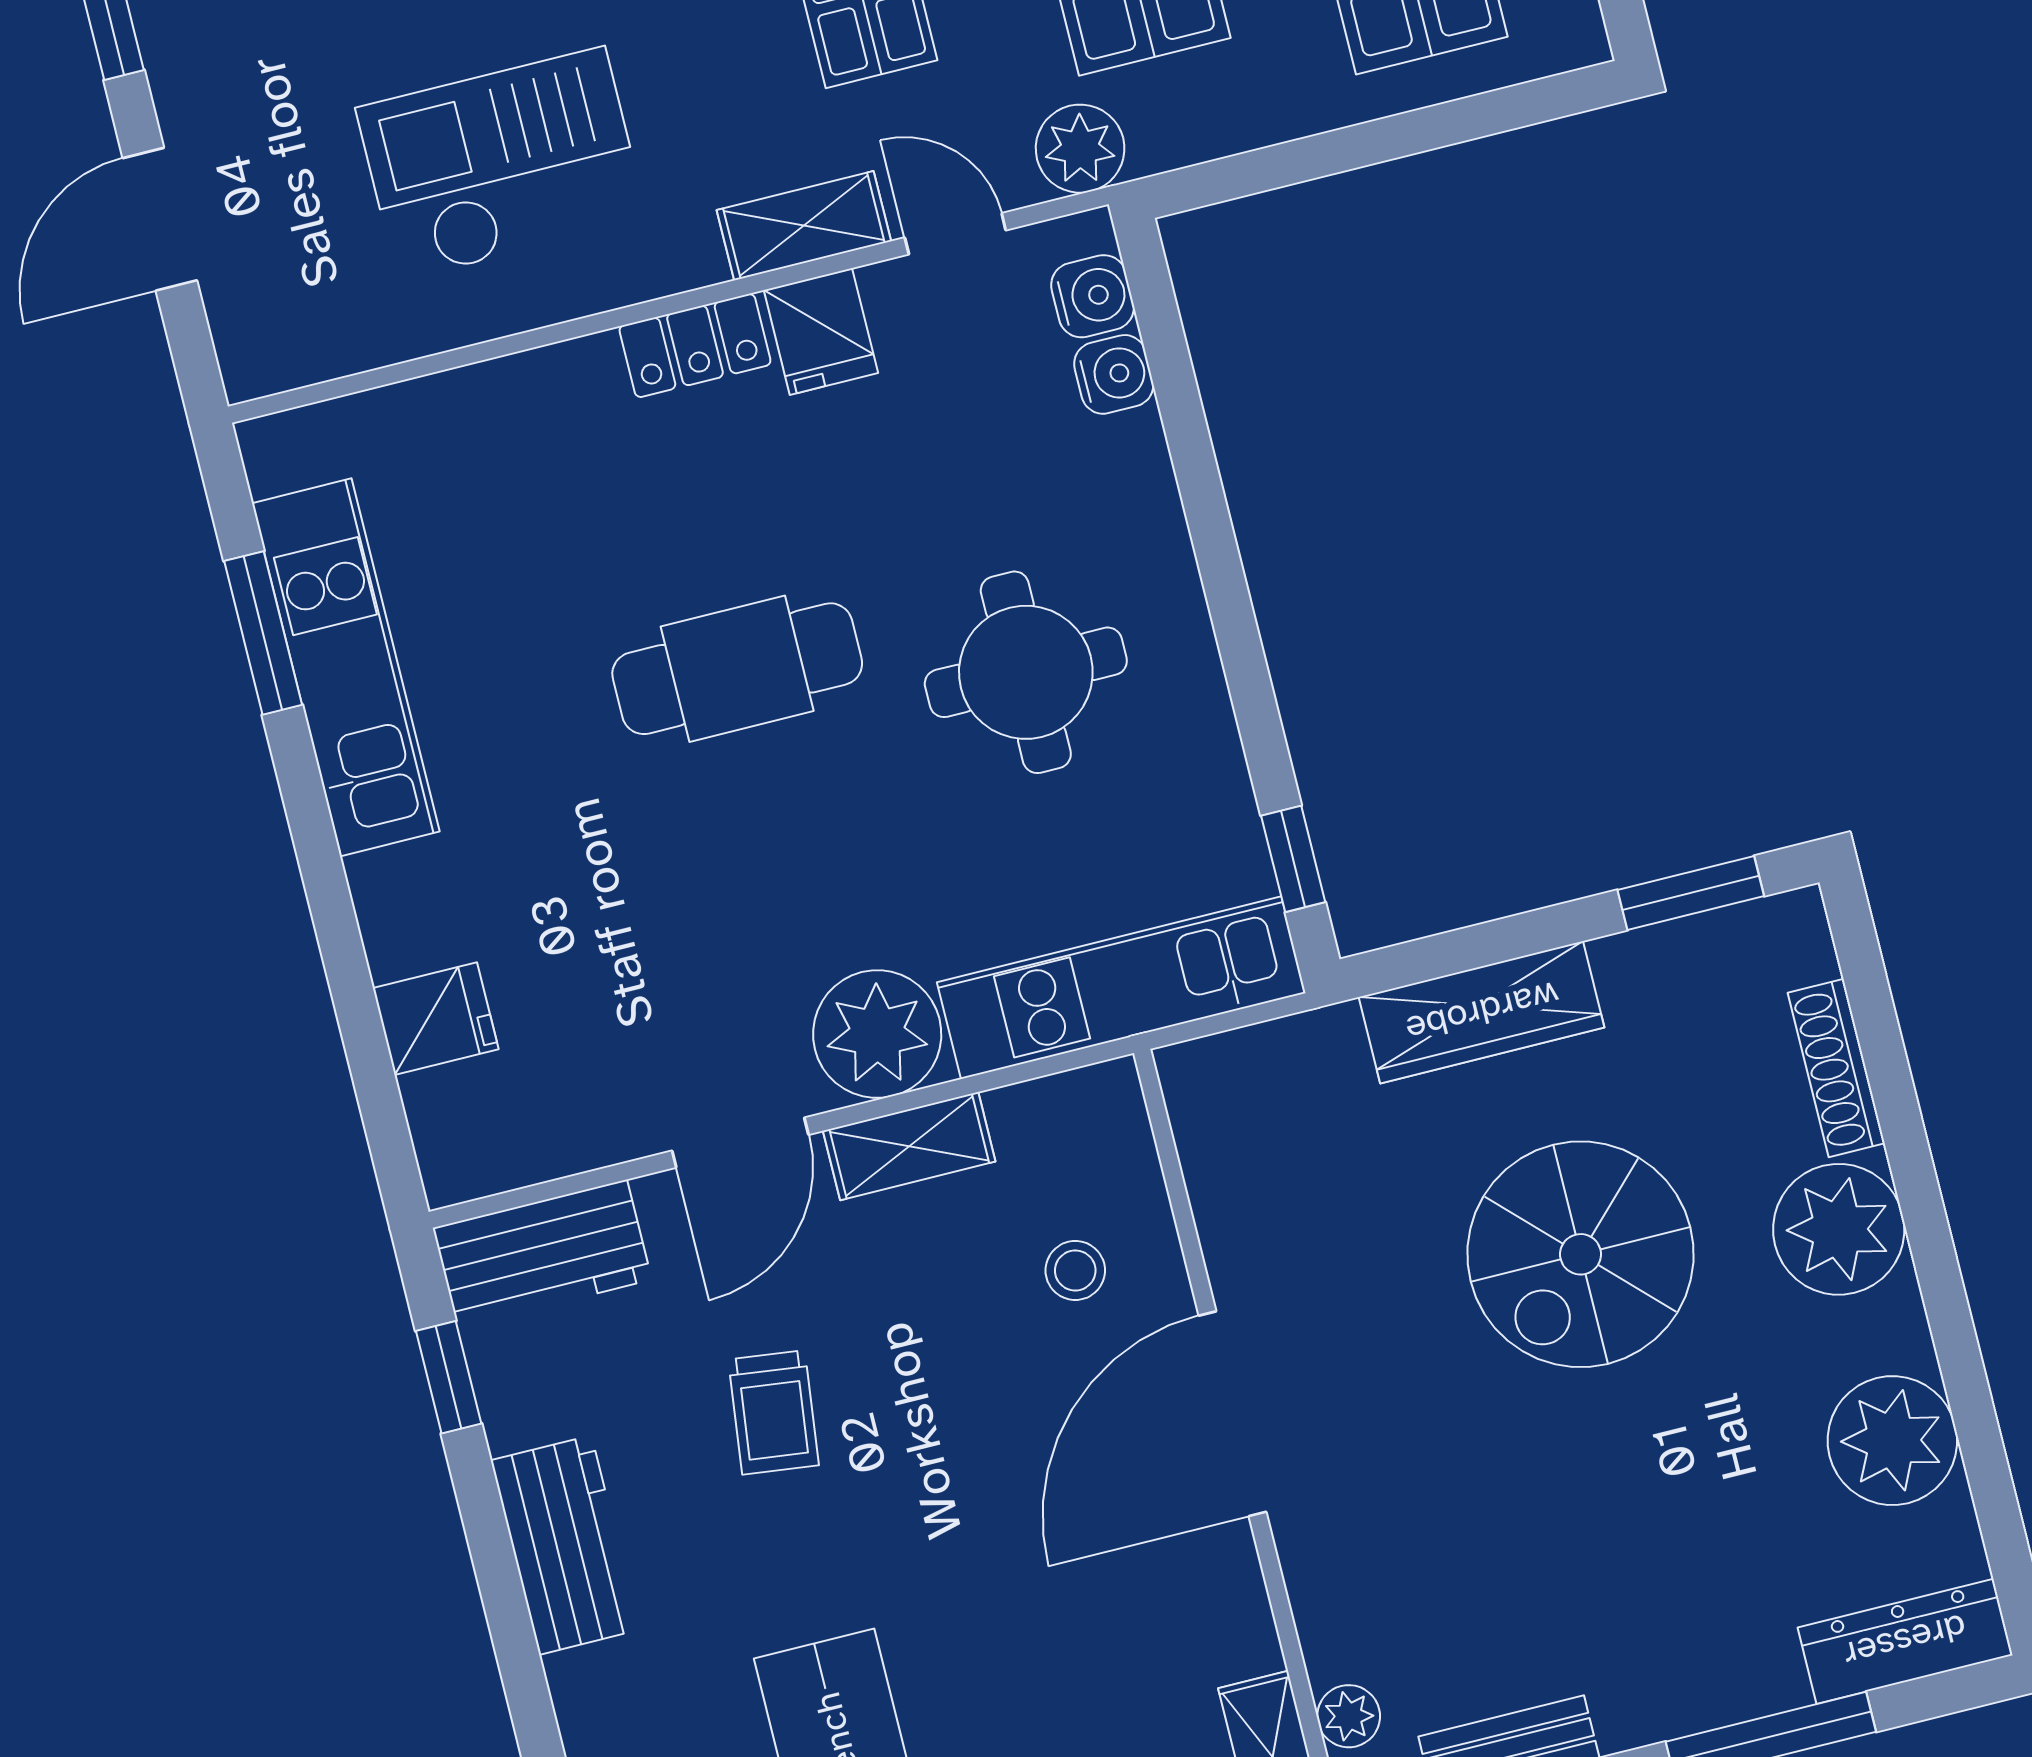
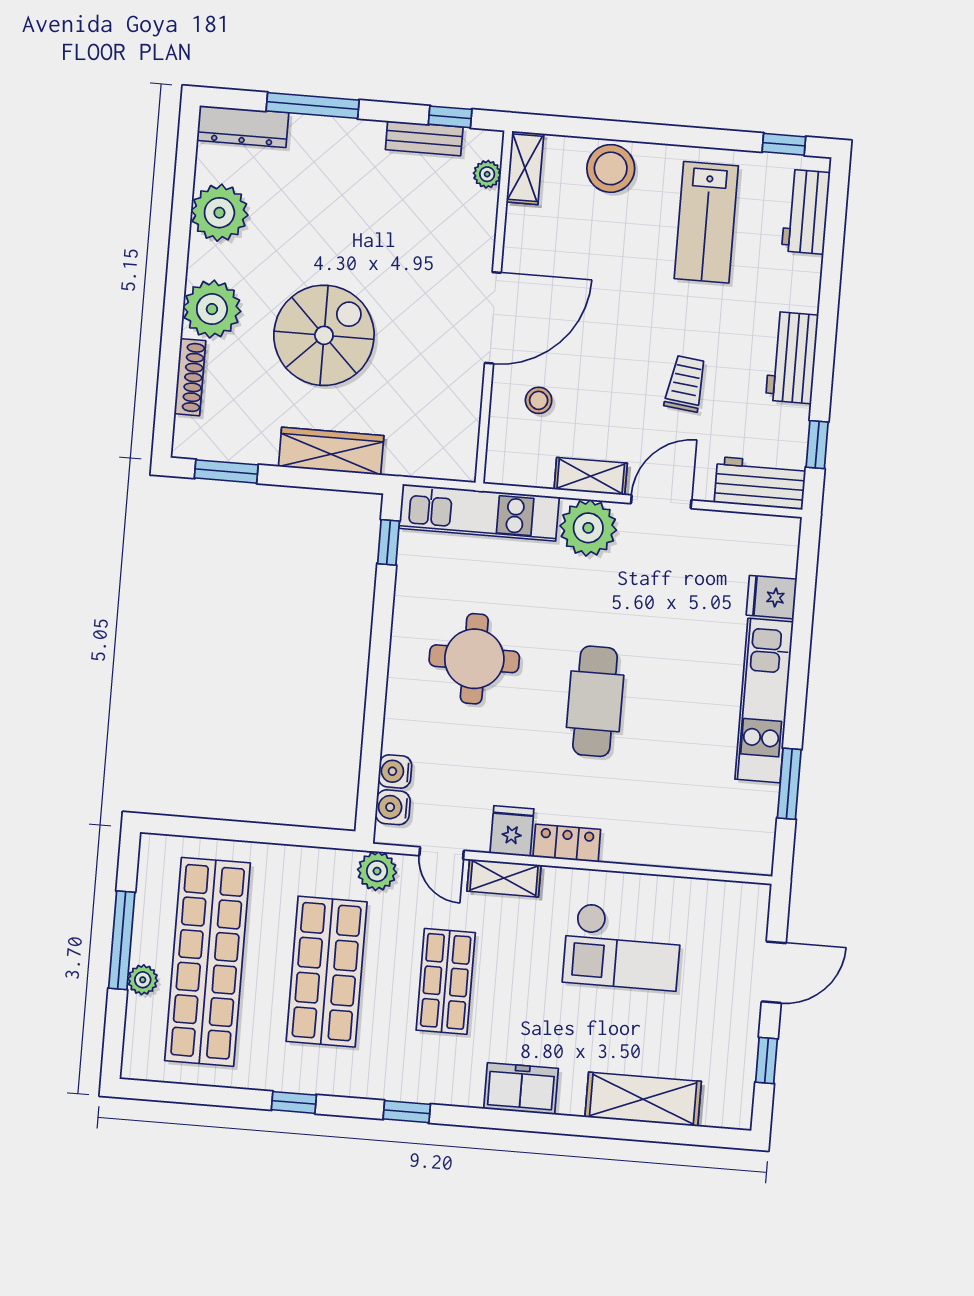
kitchen unit: (346, 667) -> (764, 701), moved
cafe table: (737, 669) -> (595, 701), turned 90

